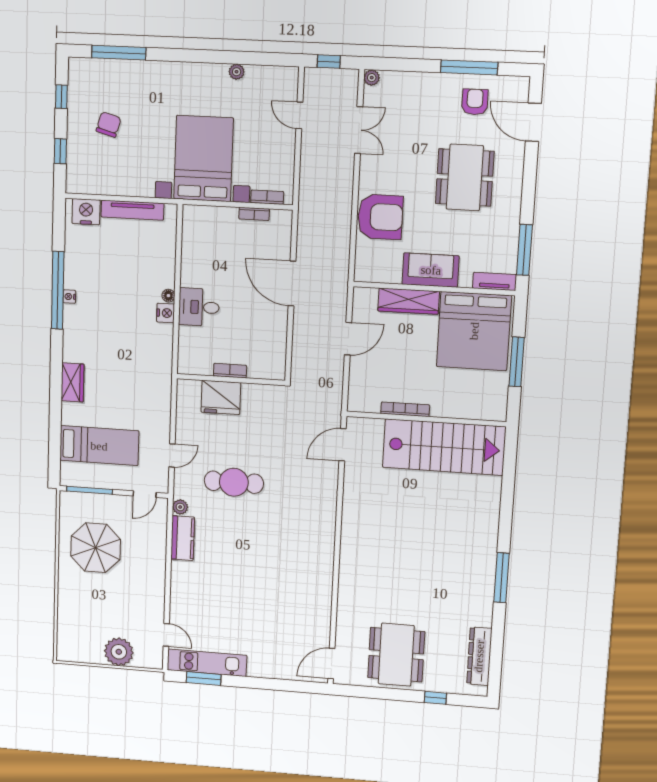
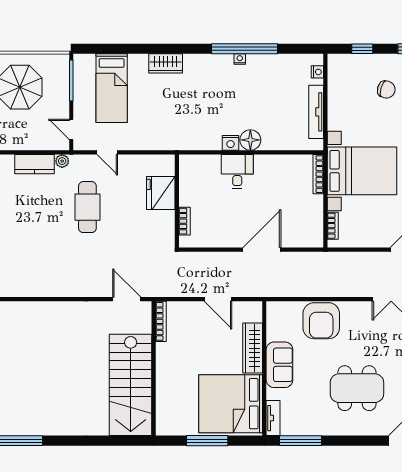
nightstand: (86, 212) -> (317, 72), width x0.53, depth x0.56
bookcase: (254, 214) -> (318, 174), moved, width x1.56
floor lamp: (168, 296) -> (250, 140), width x1.89, depth x1.89
bookcase: (230, 371) -> (184, 221), moved
bookcase: (405, 409) -> (161, 321), moved

